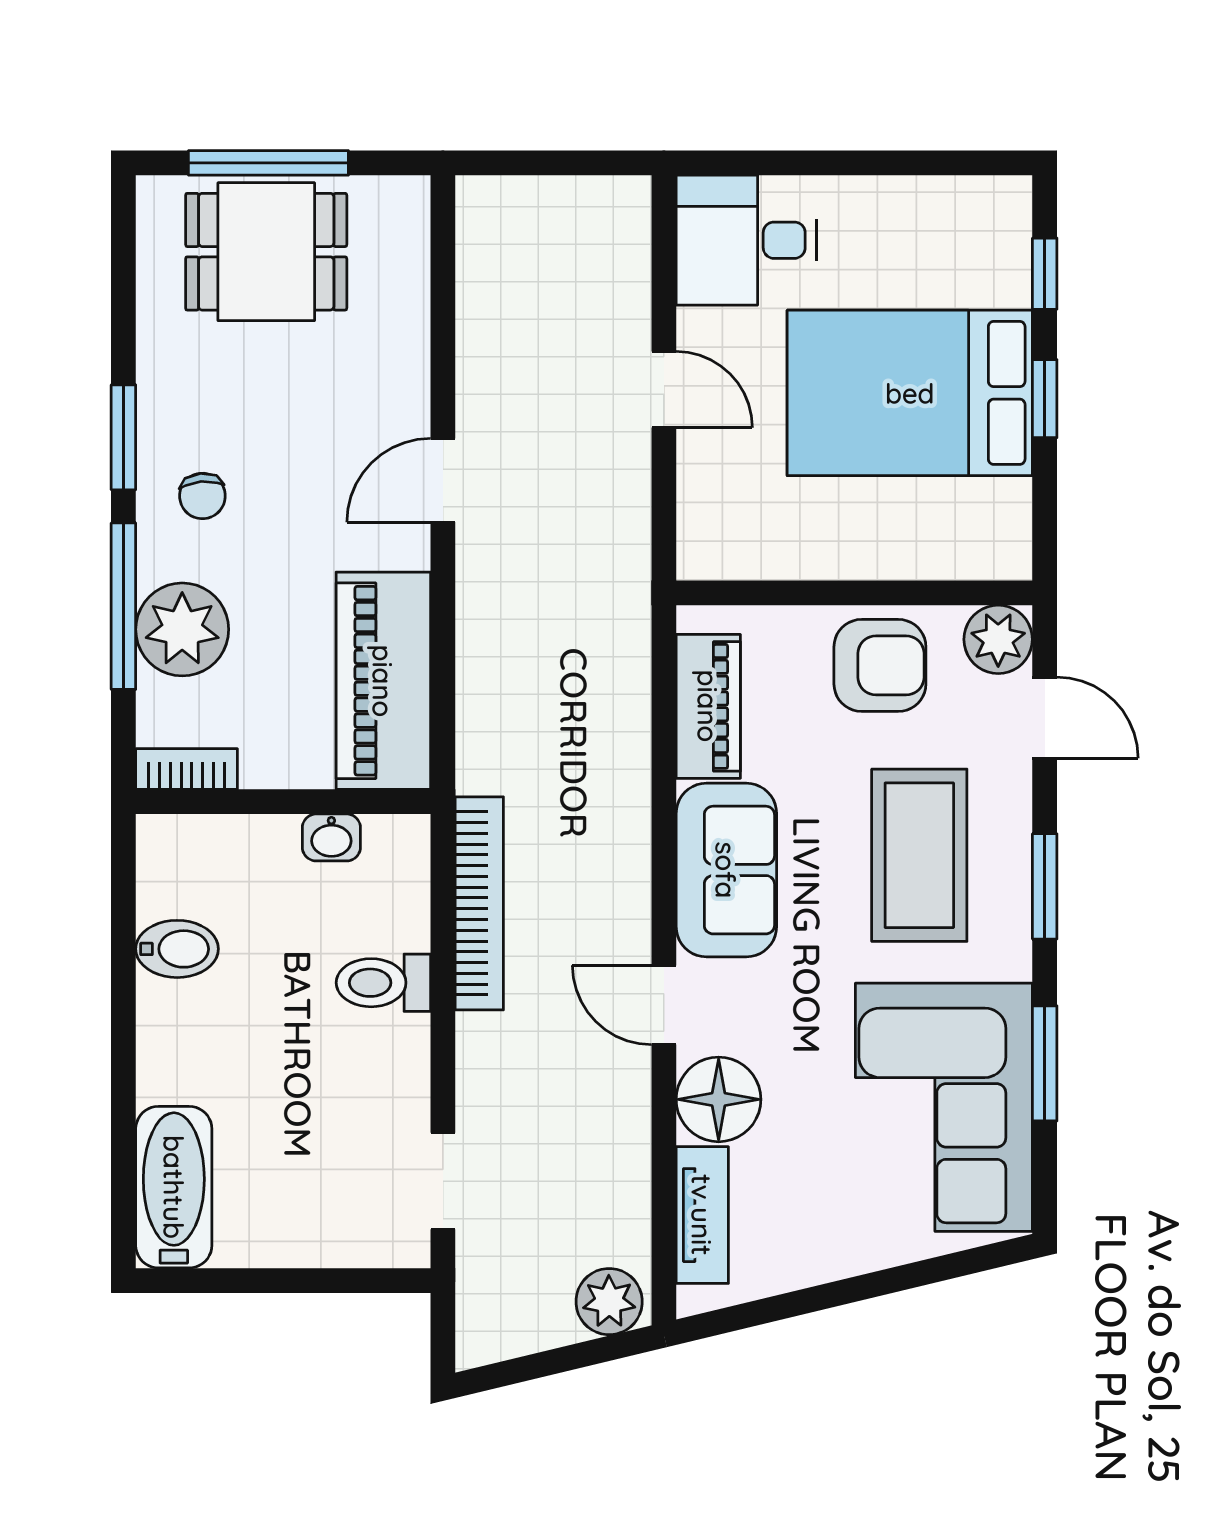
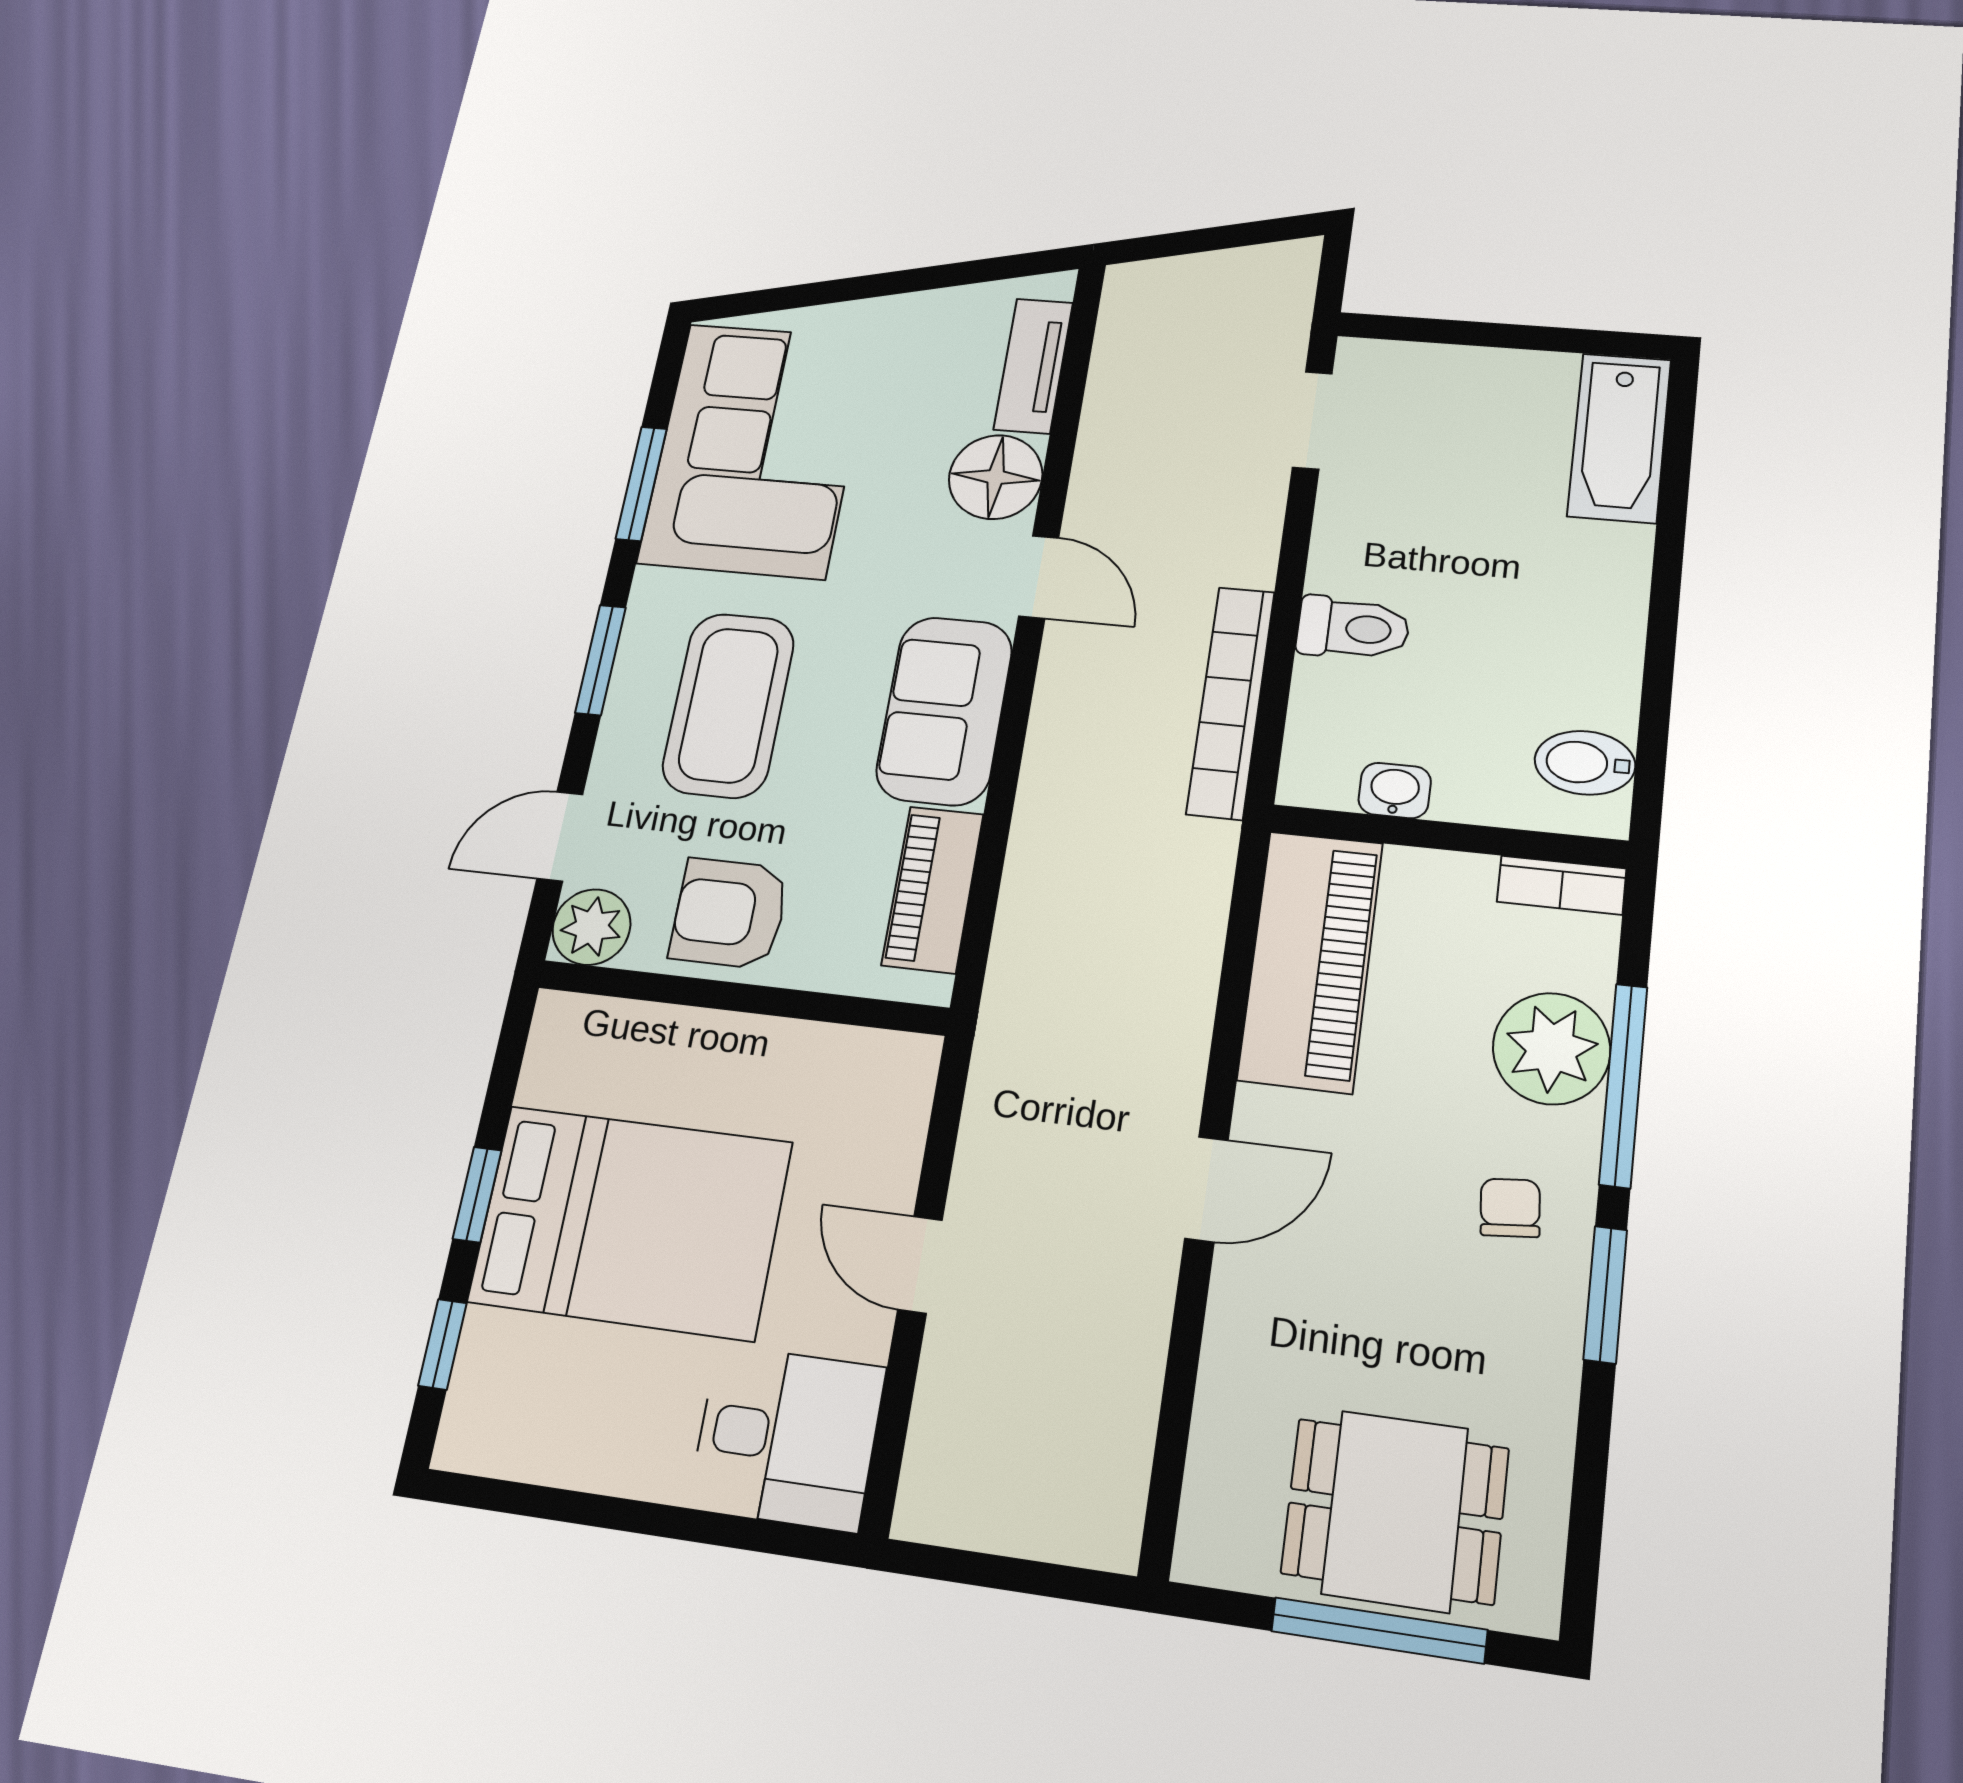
door: (1045, 718) -> (560, 836), hinge flipped
bidet: (177, 949) -> (1585, 763), moved
plant: (609, 1302) -> (1148, 291), removed

